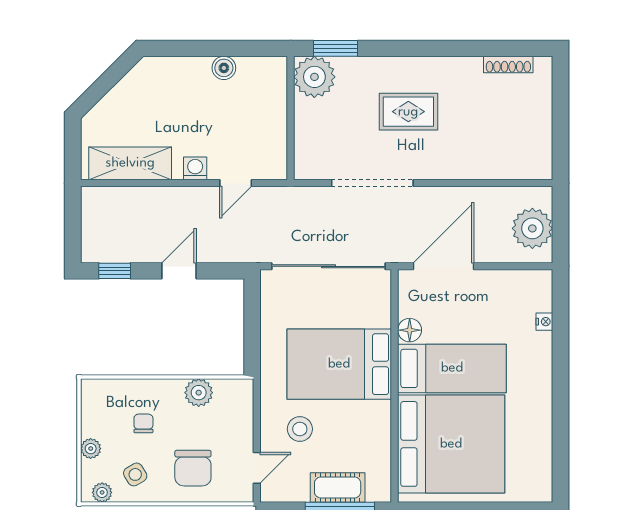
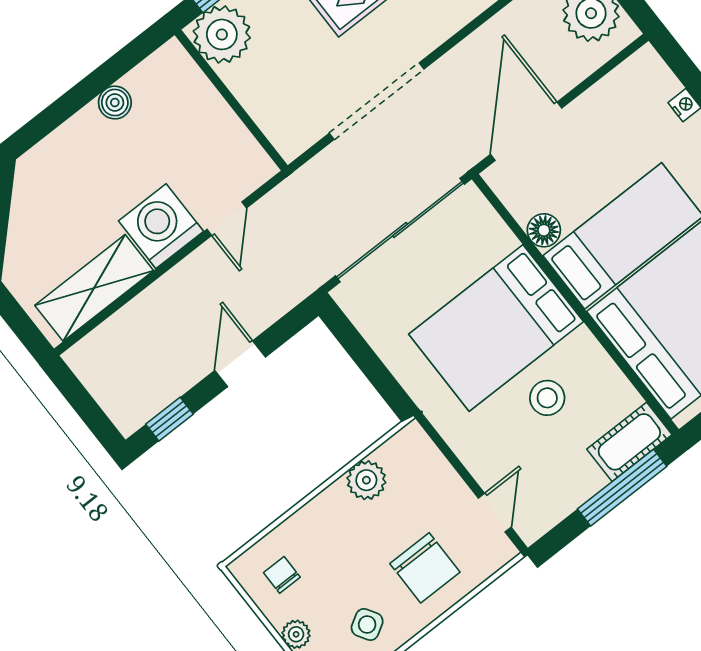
washing machine: (195, 168) -> (161, 226), width x1.89, depth x1.89
chair: (143, 423) -> (282, 575), moved
stool: (300, 429) -> (547, 398), moved
cot: (338, 487) -> (629, 442), moved

